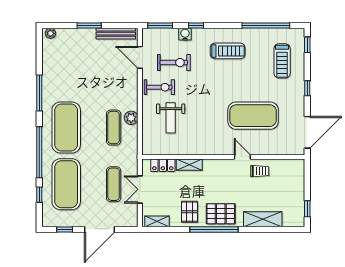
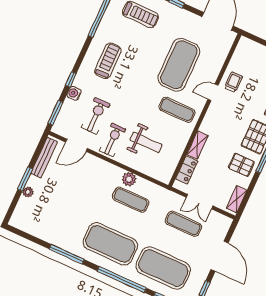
plant: (51, 33) -> (28, 192), moved
exercise mat: (212, 132) -> (177, 110), added

